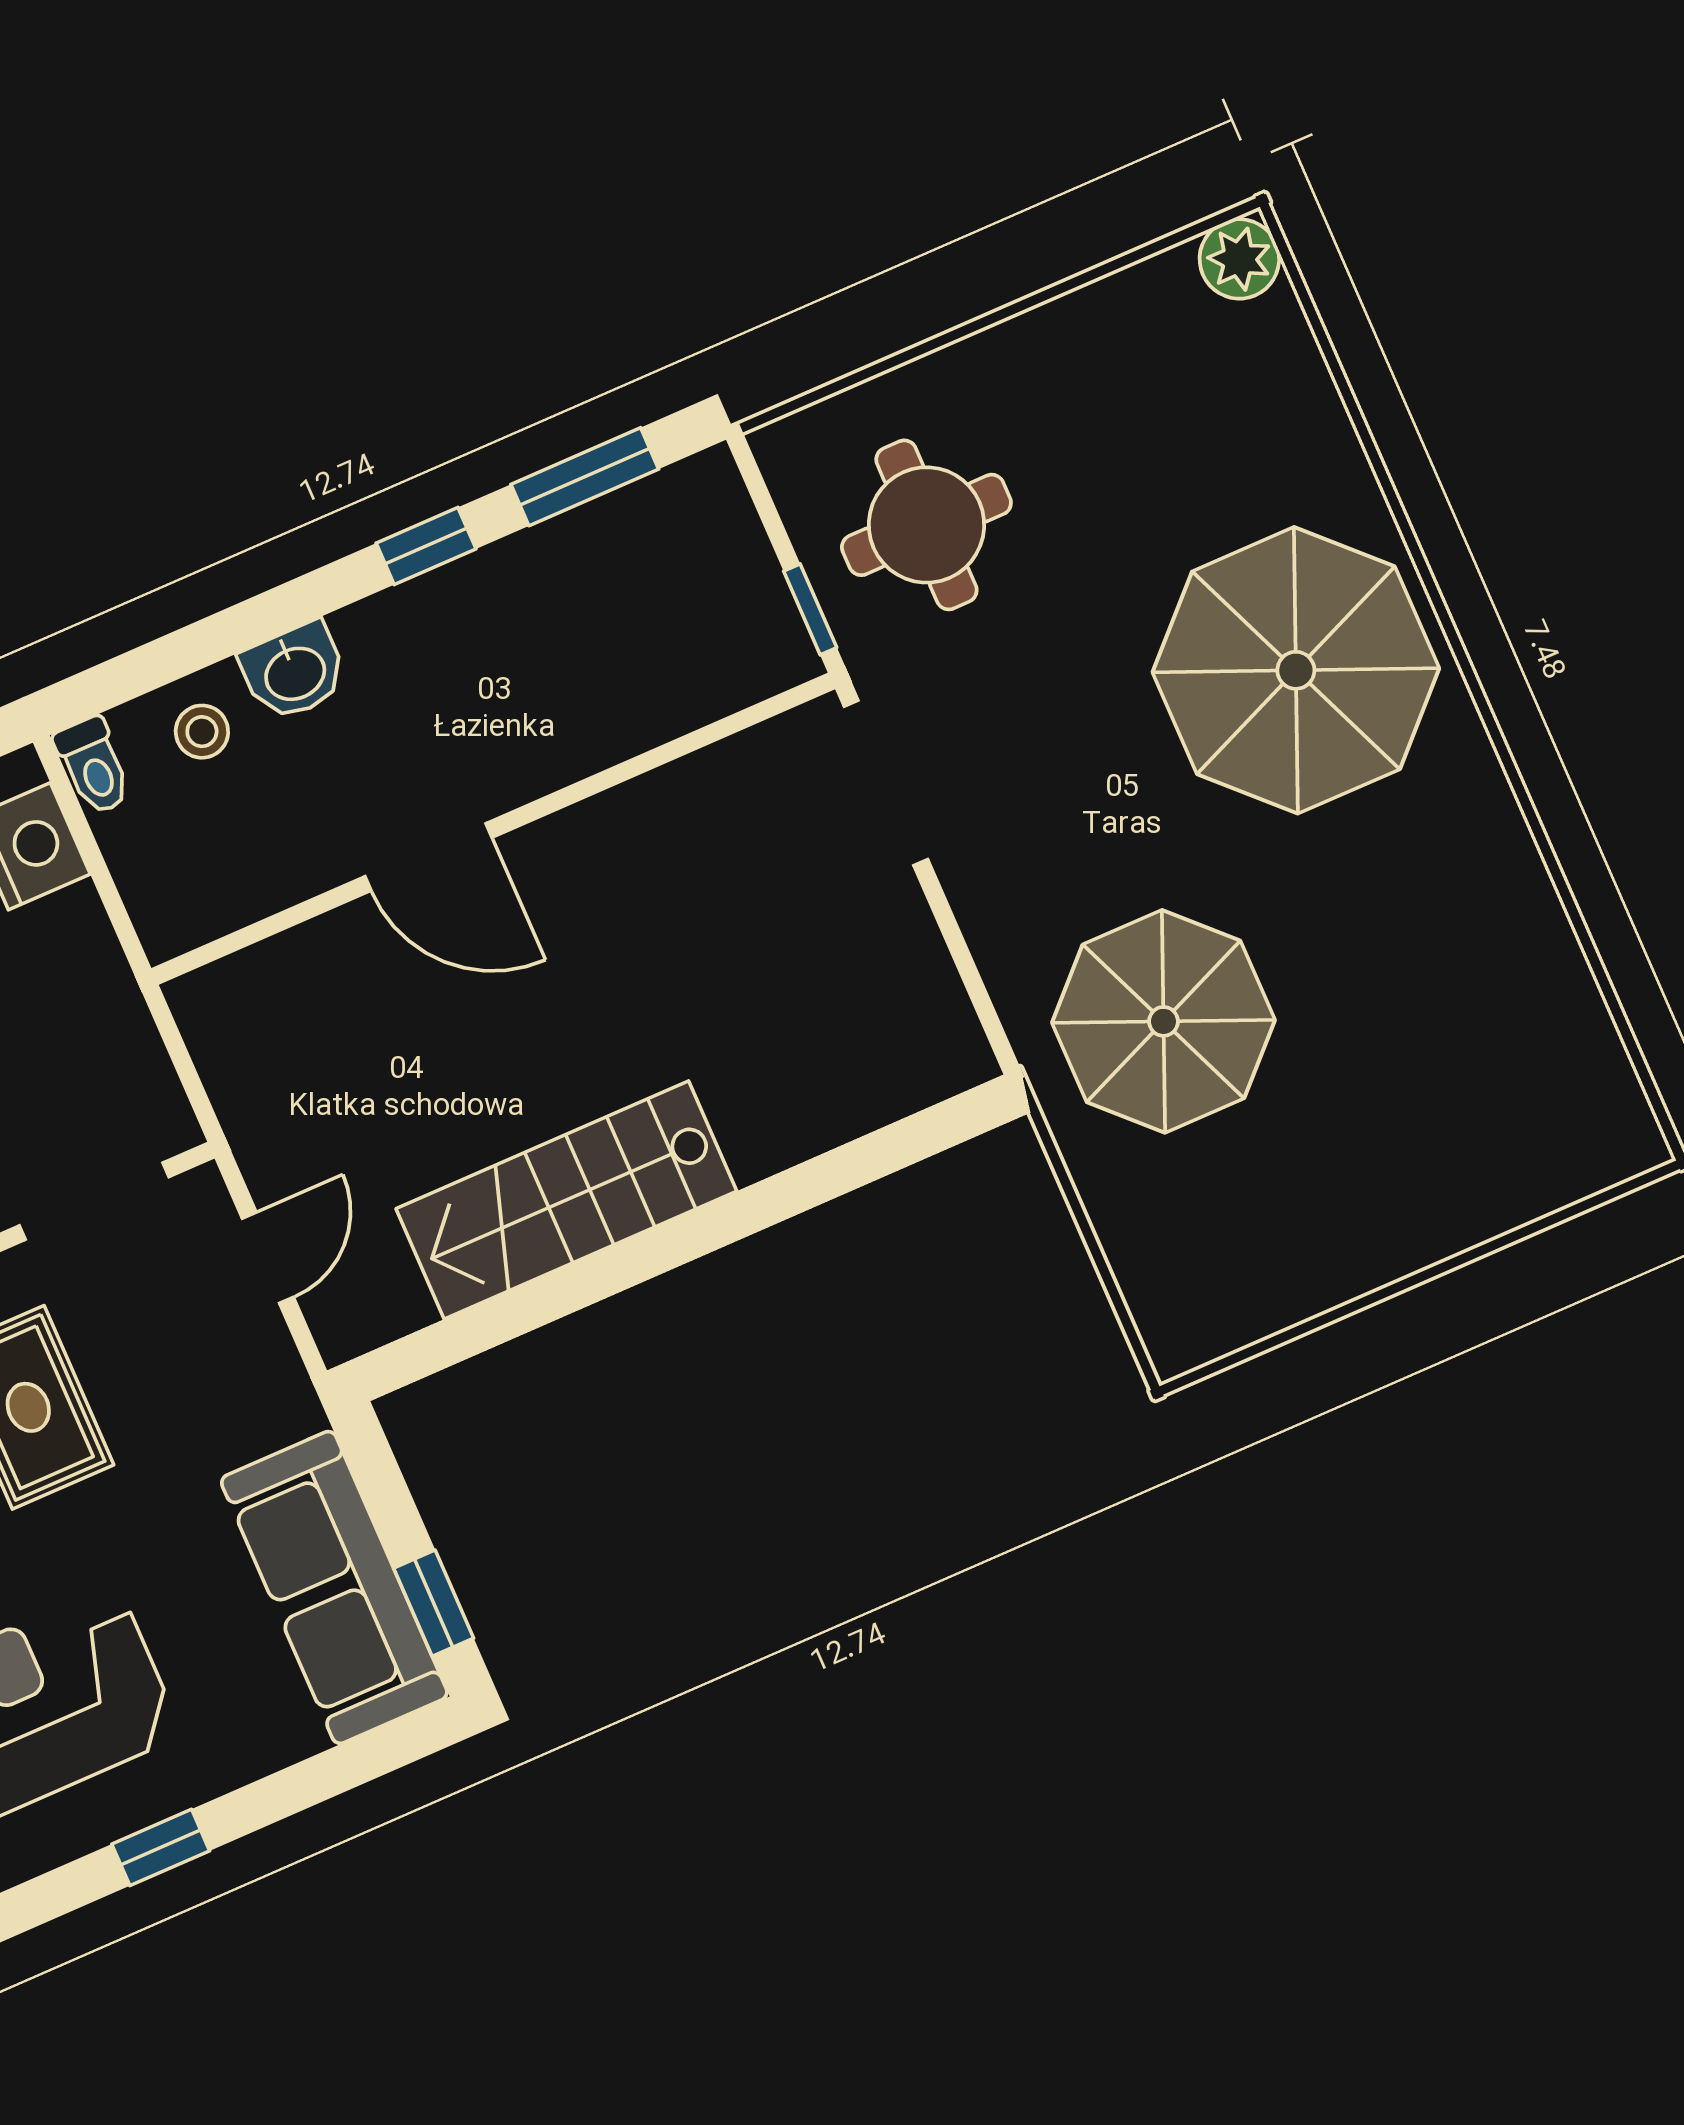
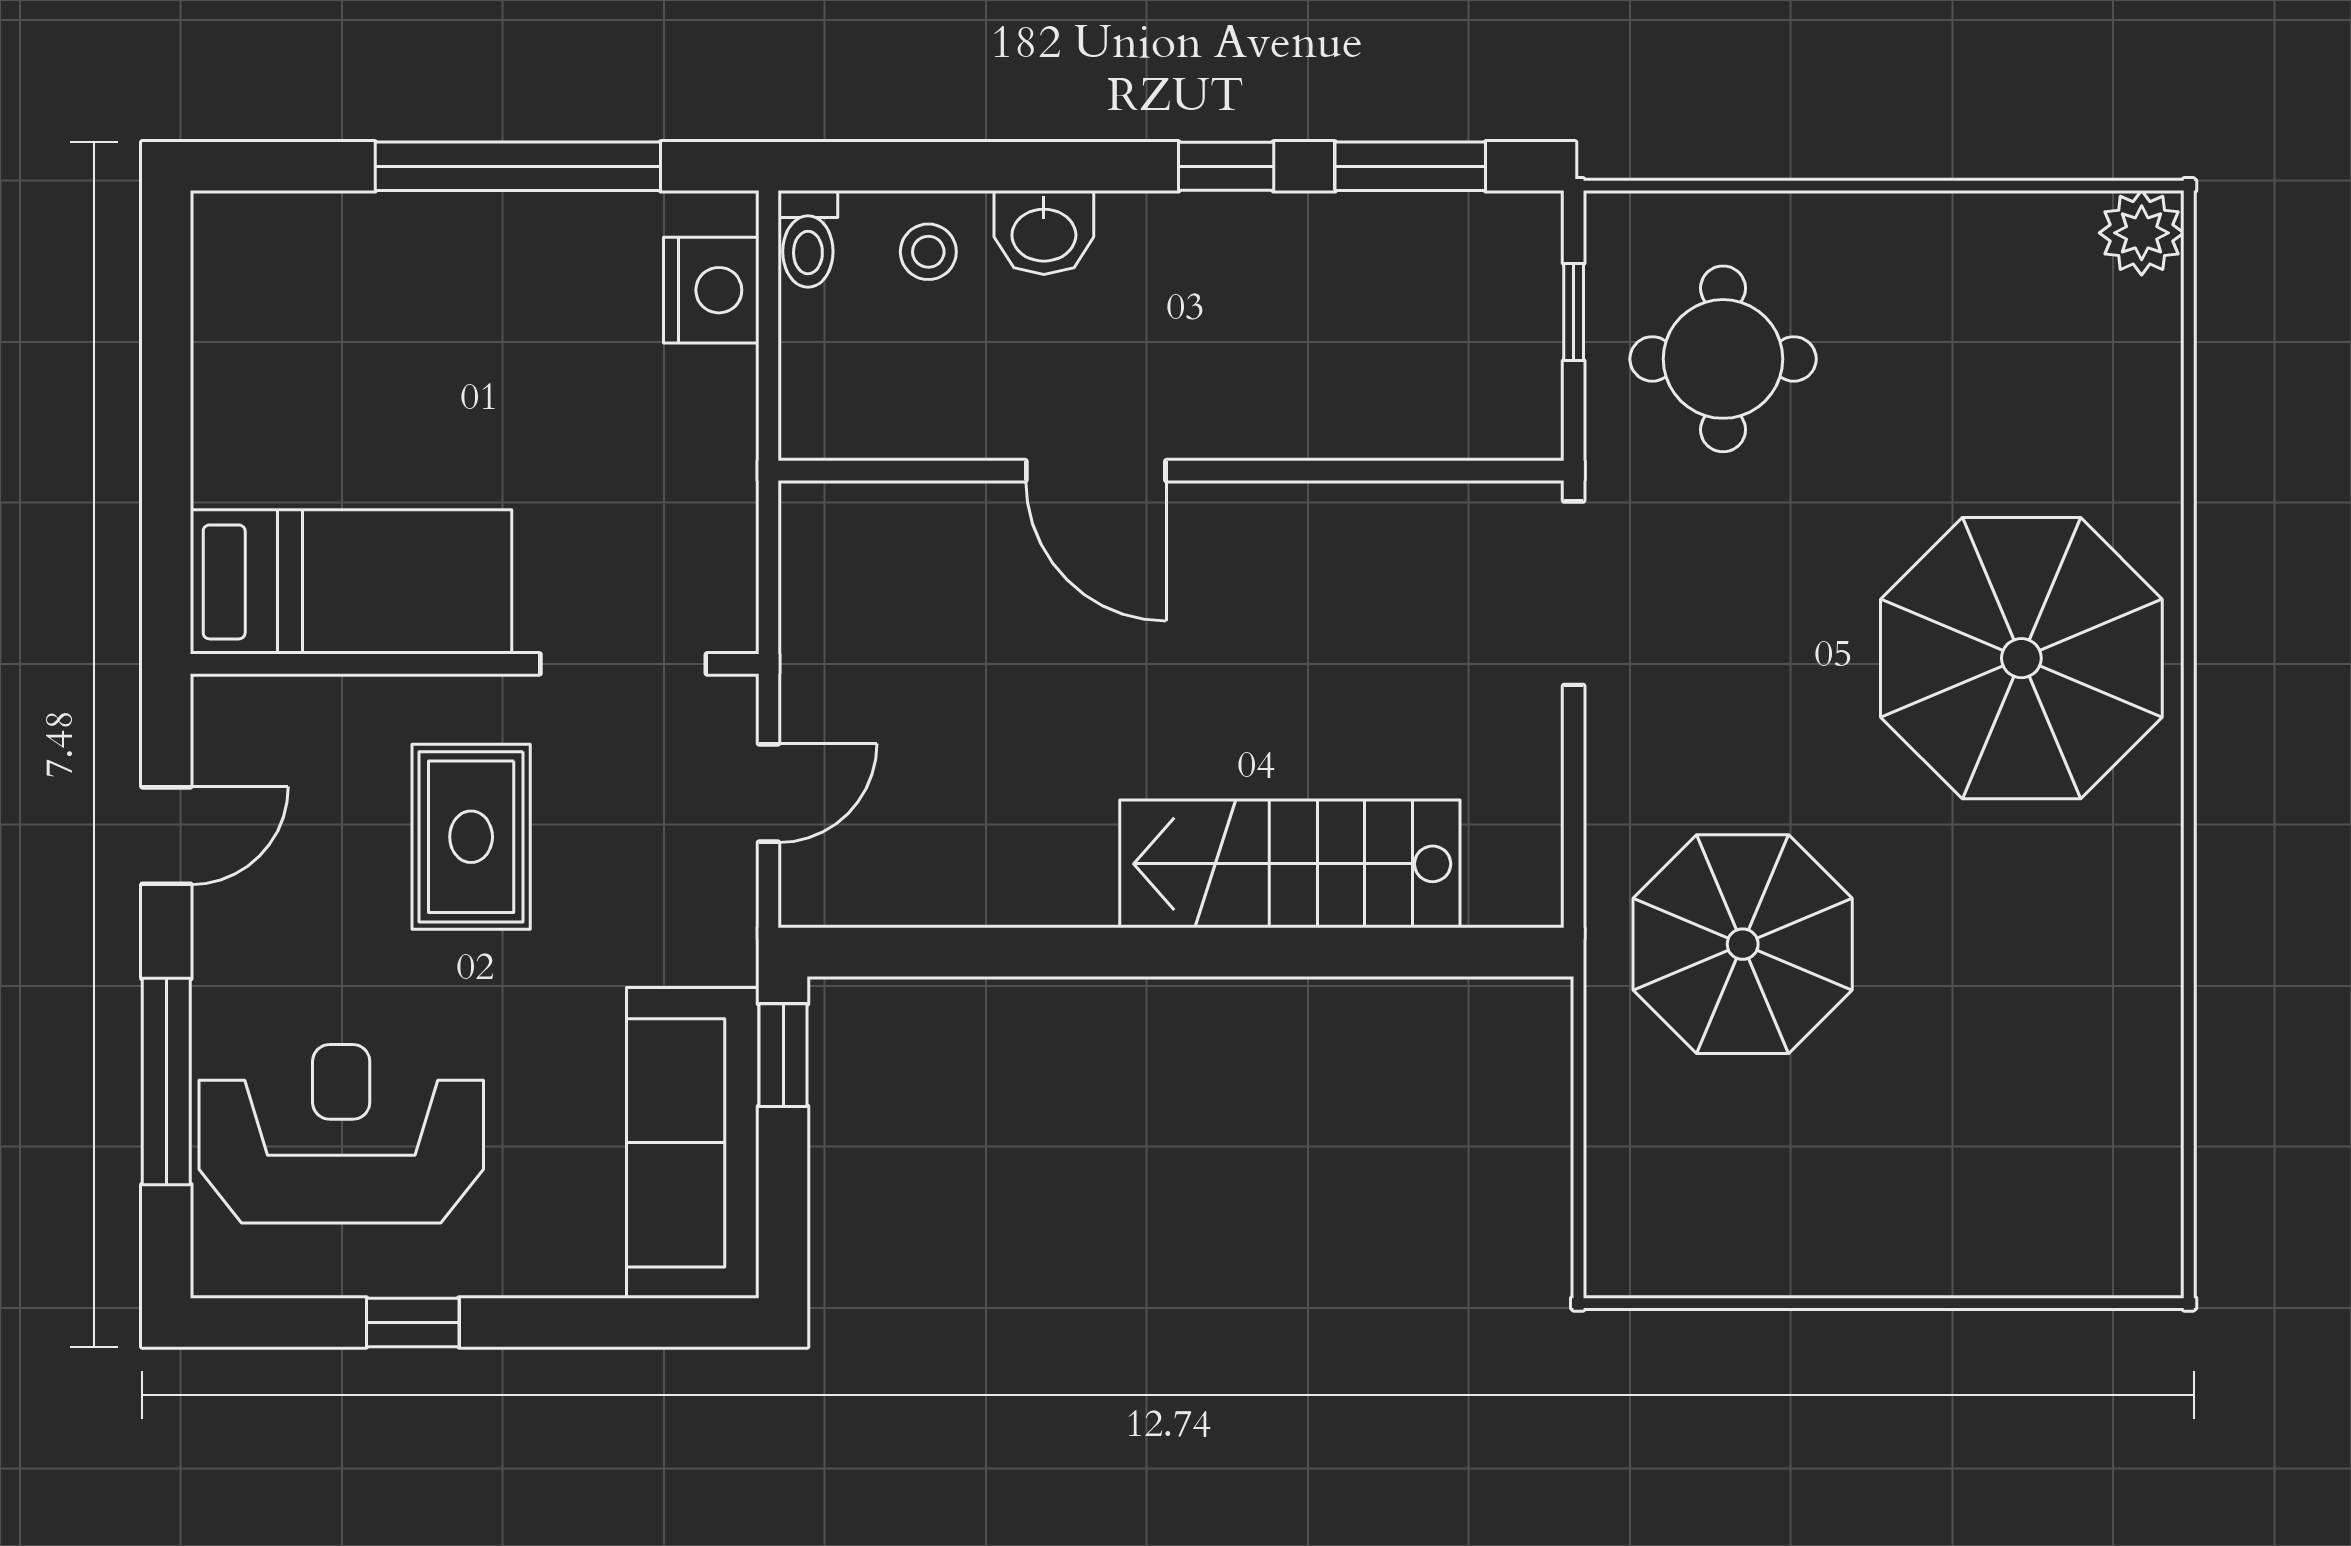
window: (810, 609) -> (1574, 312), moved
stairs: (566, 1200) -> (1290, 864), moved
window: (434, 1603) -> (783, 1055), moved

